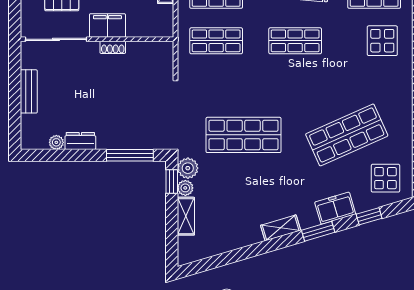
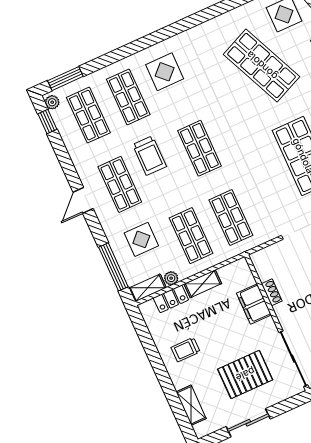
filing cabinet: (107, 26) -> (254, 304), moved
shoe rack: (113, 47) -> (272, 292), moved

